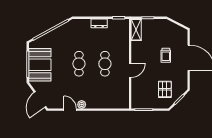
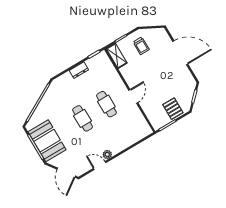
trolley: (166, 55) -> (141, 46), moved
pallet: (165, 89) -> (173, 109), moved

